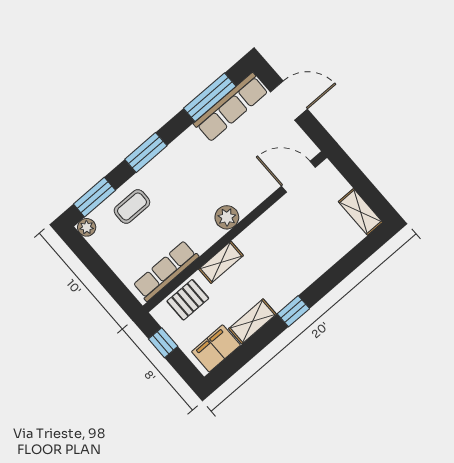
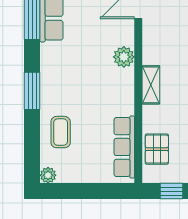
window: (94, 197) -> (32, 152), removed
plant: (227, 217) -> (124, 57), moved
shelving: (221, 262) -> (151, 85), moved

